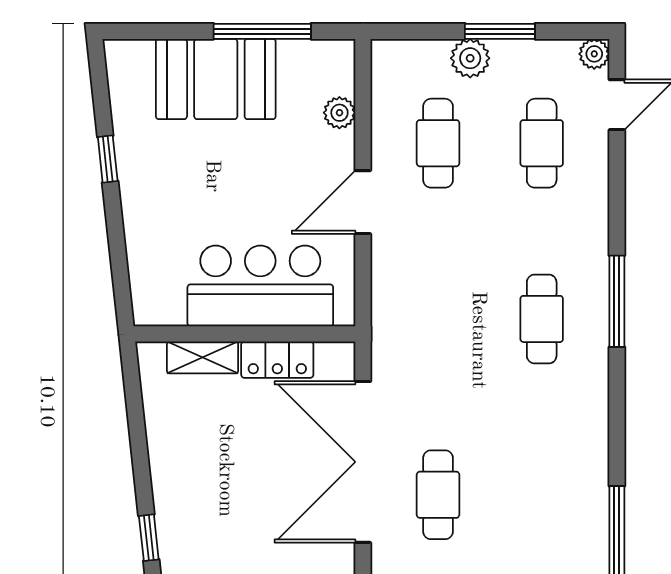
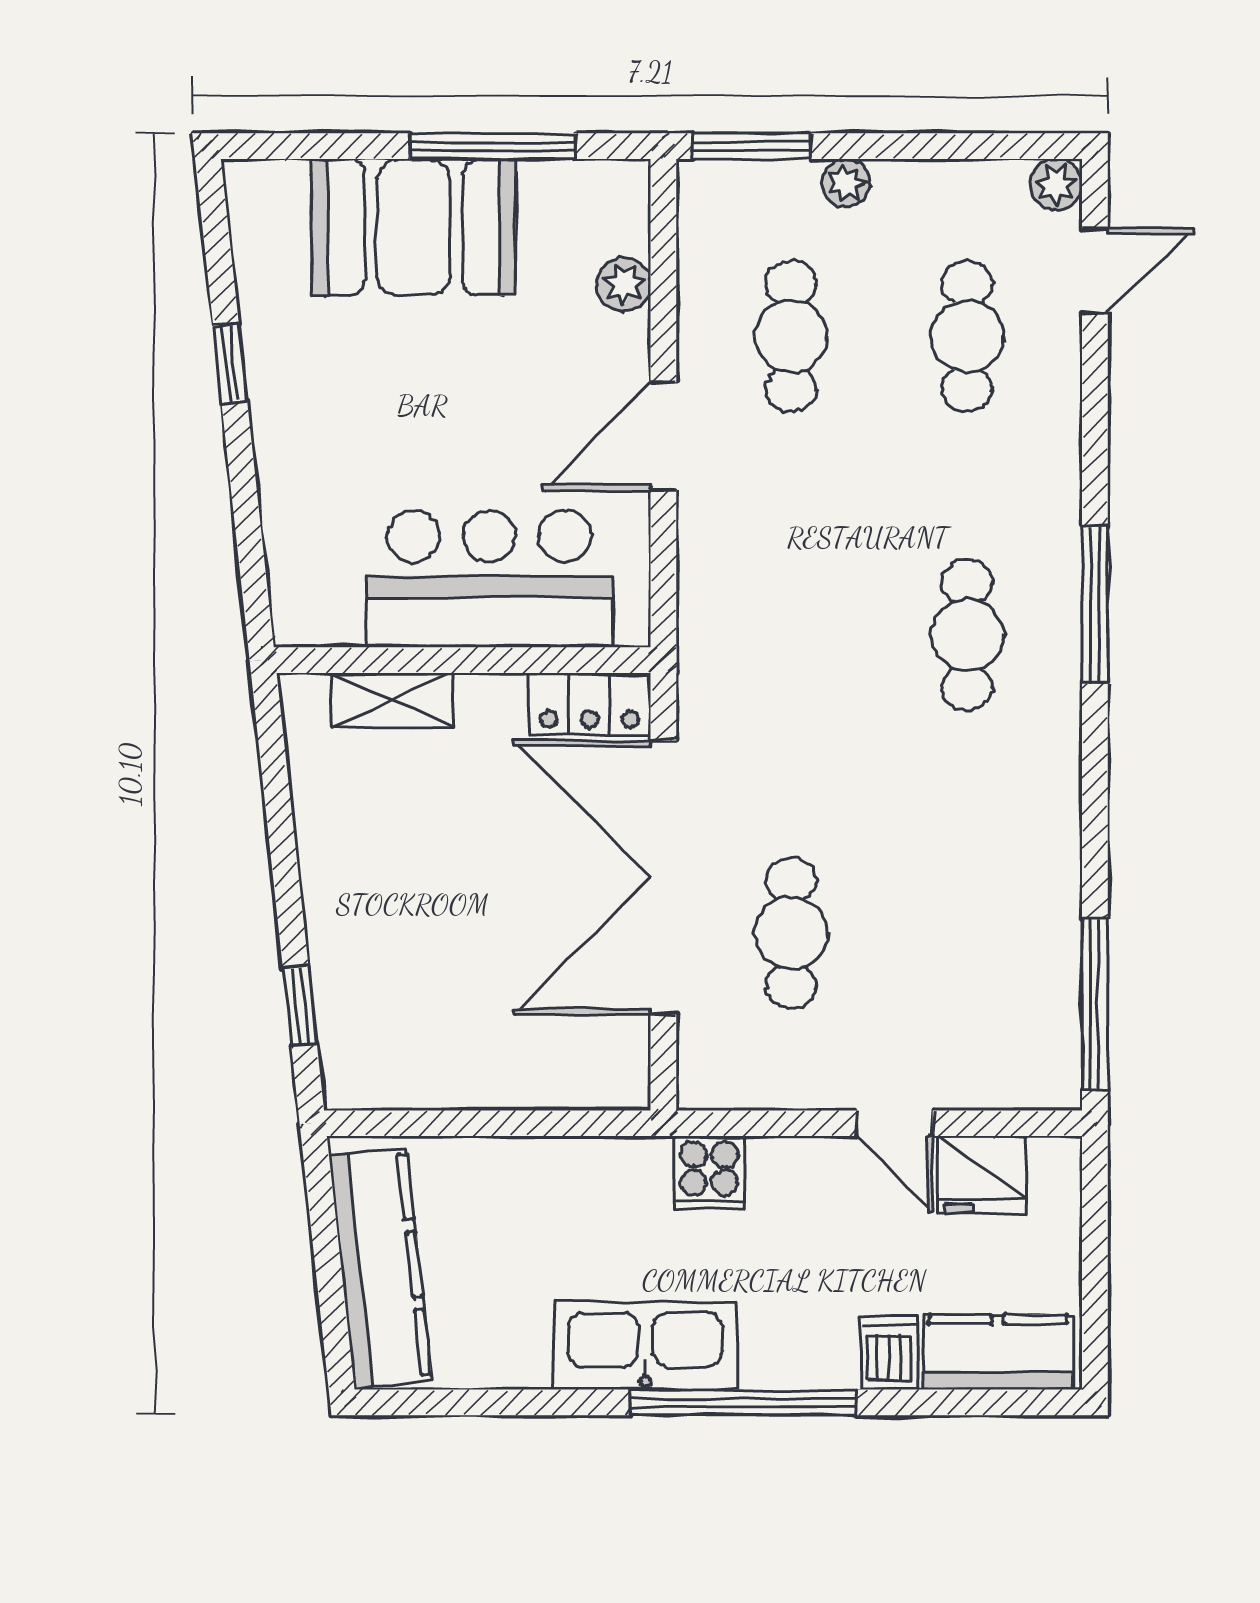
window: (500, 31) -> (751, 146), moved
plant: (470, 58) -> (846, 183), width x0.73, depth x0.73
locker: (277, 360) -> (590, 704), moved

